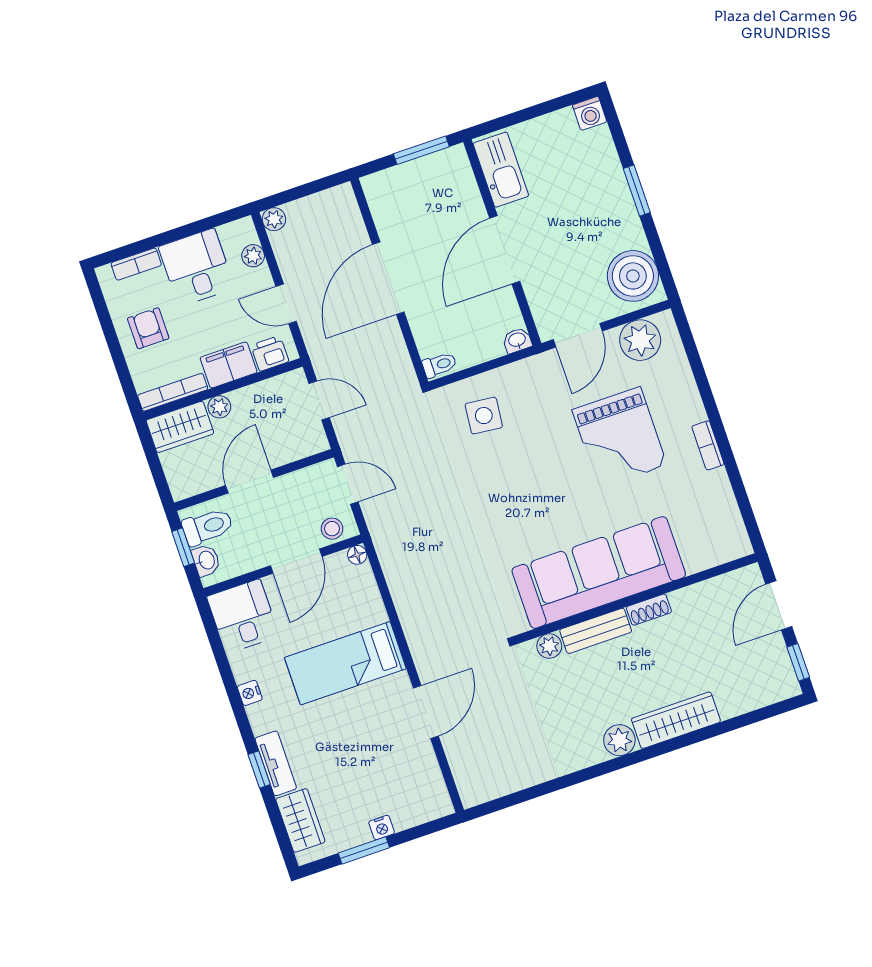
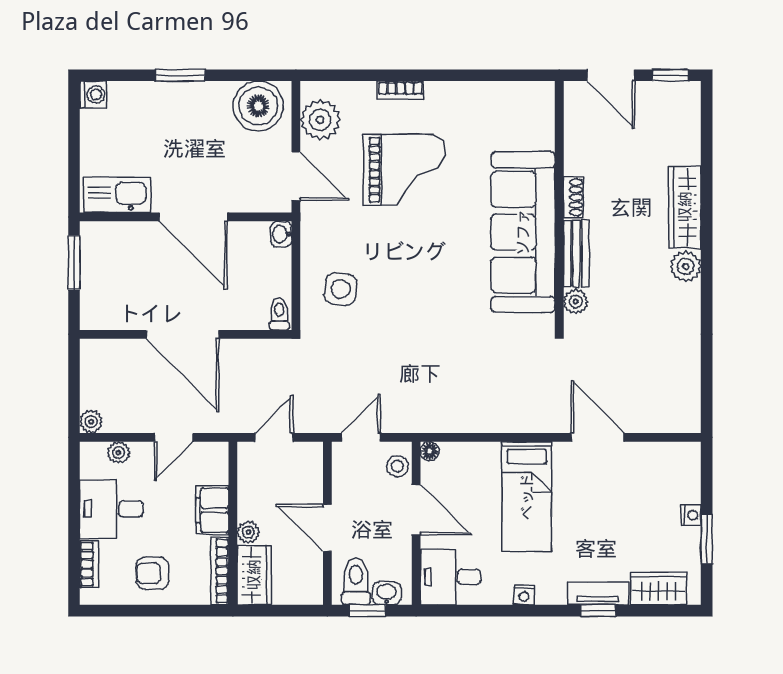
printer: (270, 353) -> (215, 468), removed
bookcase: (708, 445) -> (401, 90), moved

